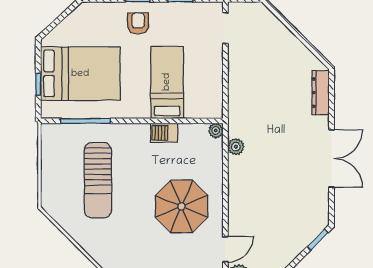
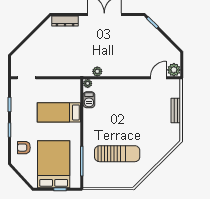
armchair: (138, 23) -> (24, 148), moved
barbecue: (164, 133) -> (89, 100), moved
parasol: (182, 206) -> (133, 104), removed
door: (225, 249) -> (158, 78), hinge flipped

